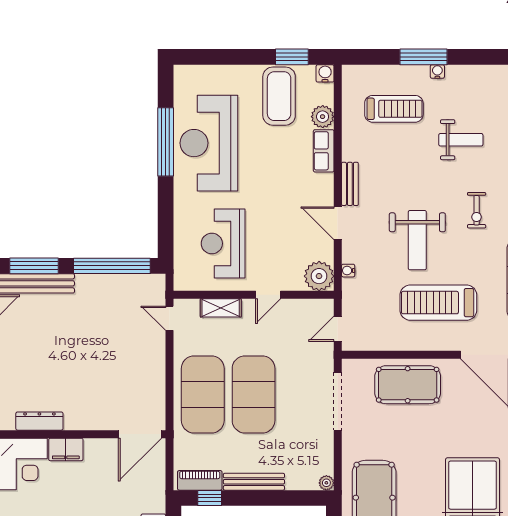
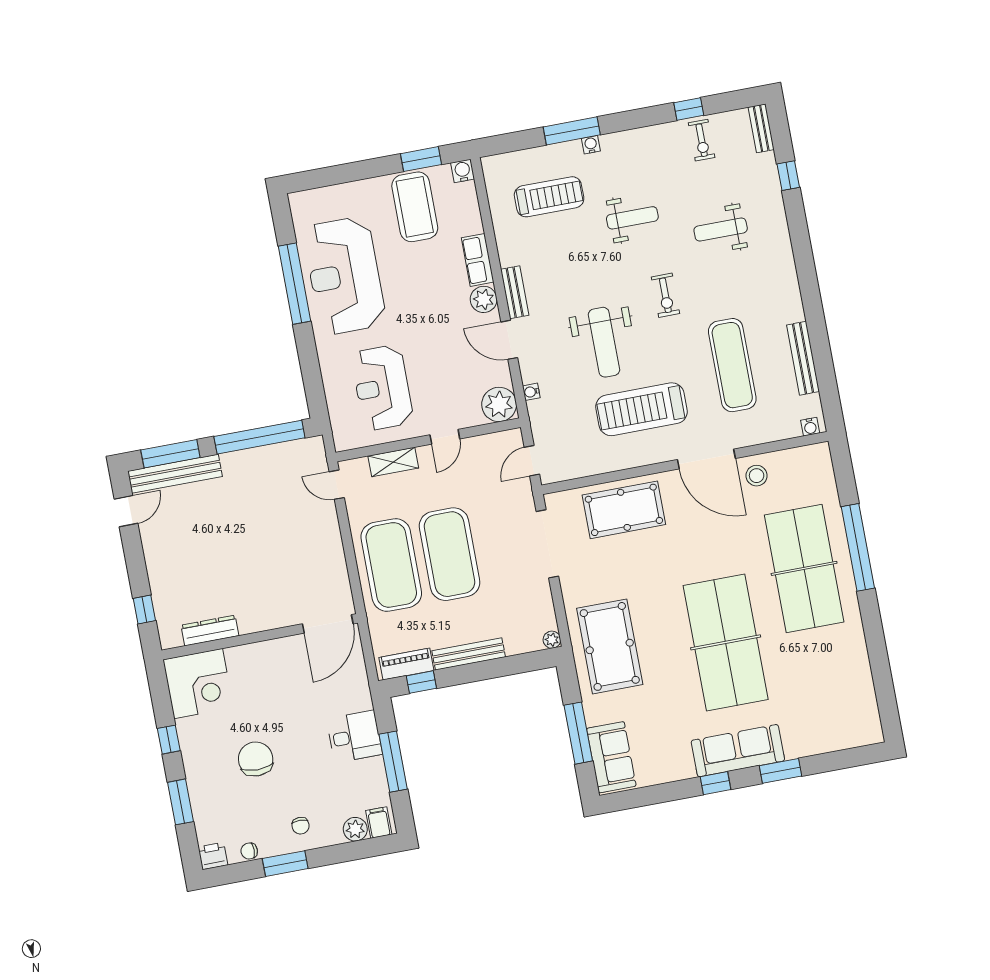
plant: (323, 117) -> (484, 299), moved
filing cabinet: (66, 449) -> (246, 657), removed

